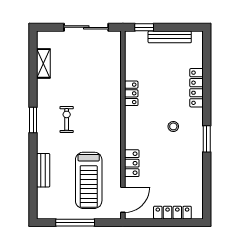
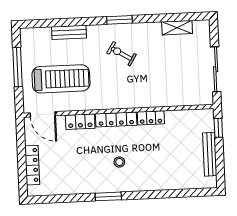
locker: (197, 88) -> (116, 119), moved, turned 180
exercise bike: (67, 119) -> (122, 54), turned -148
treadmill: (89, 180) -> (61, 79), turned 180

